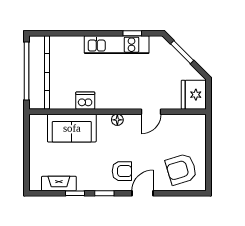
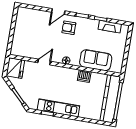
armchair: (181, 169) -> (31, 23), removed

